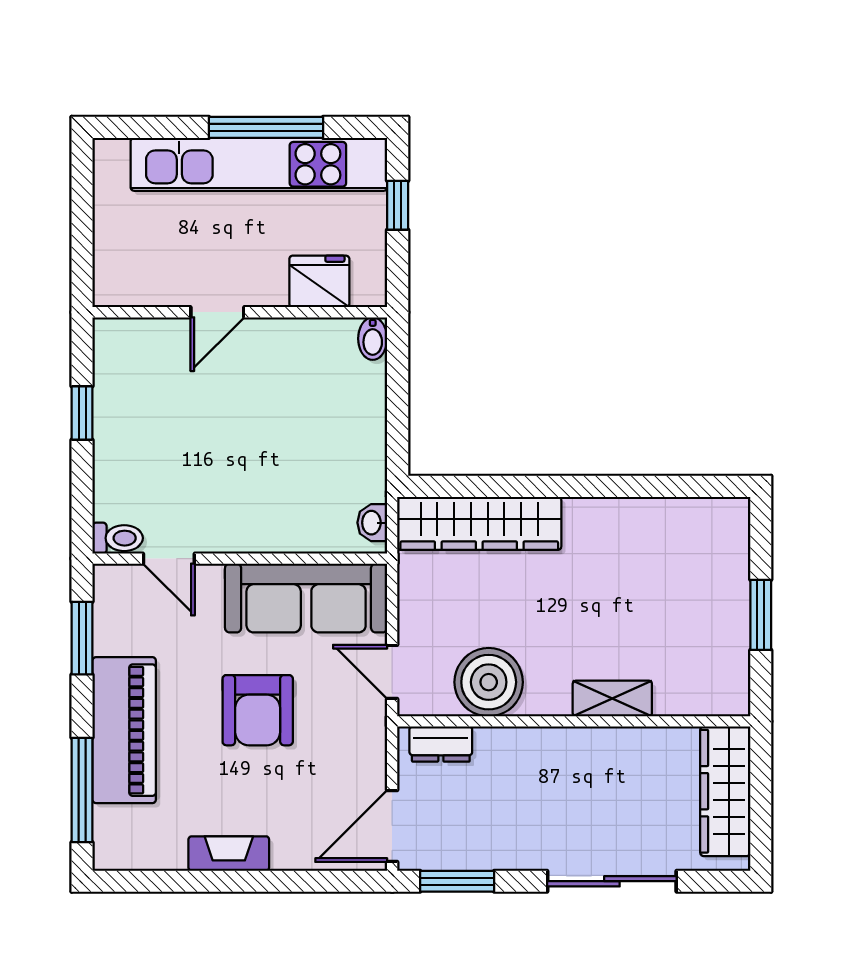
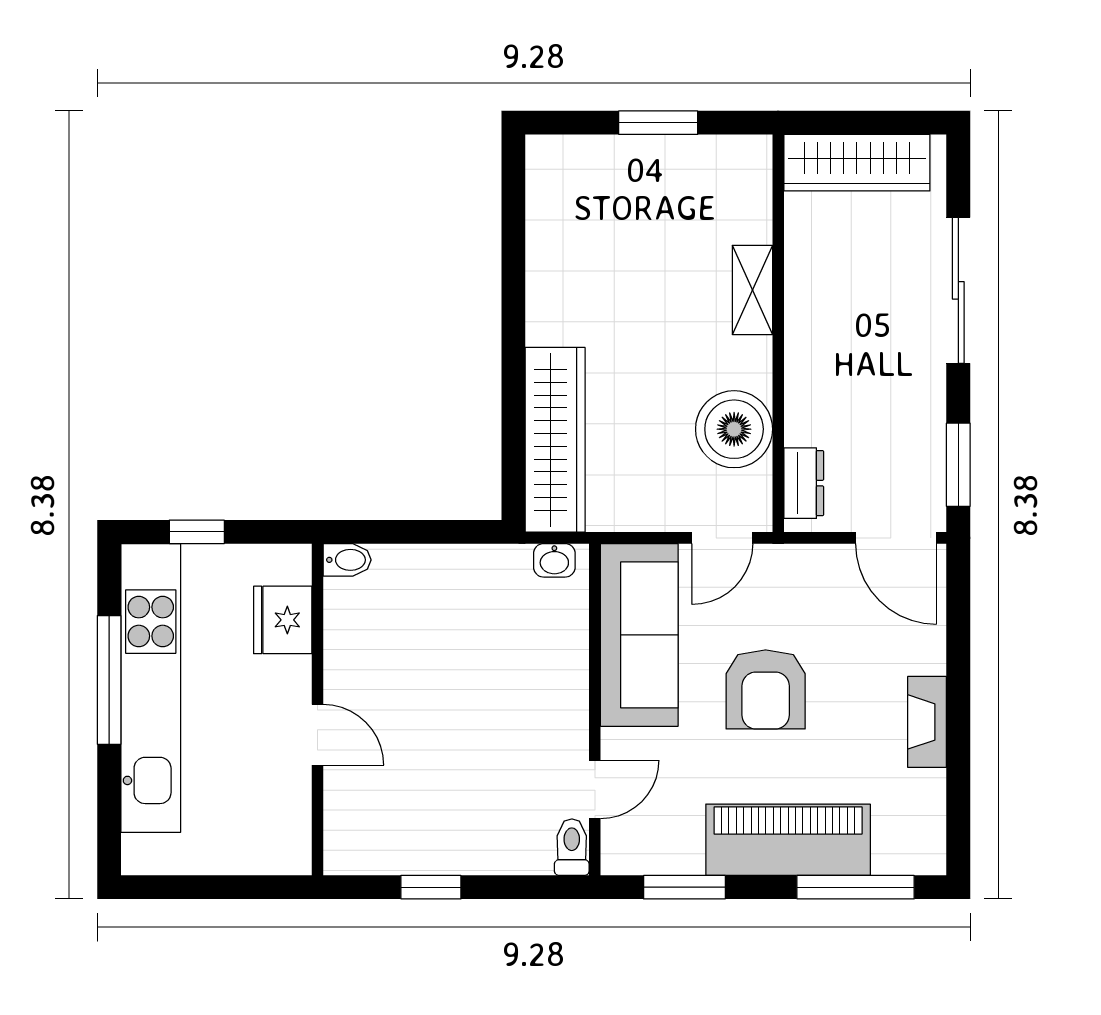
armchair: (258, 710) -> (766, 689), turned 90

